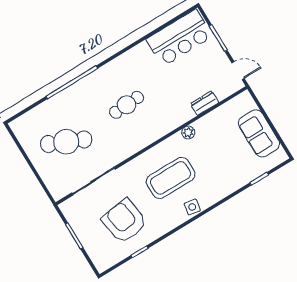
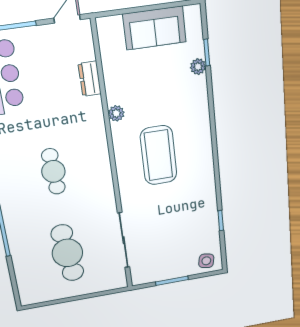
cafe table: (66, 142) -> (67, 253), turned -30
plant: (247, 177) -> (198, 67), added
side table: (192, 207) -> (206, 261), moved
armchair: (124, 221) -> (181, 224), removed

